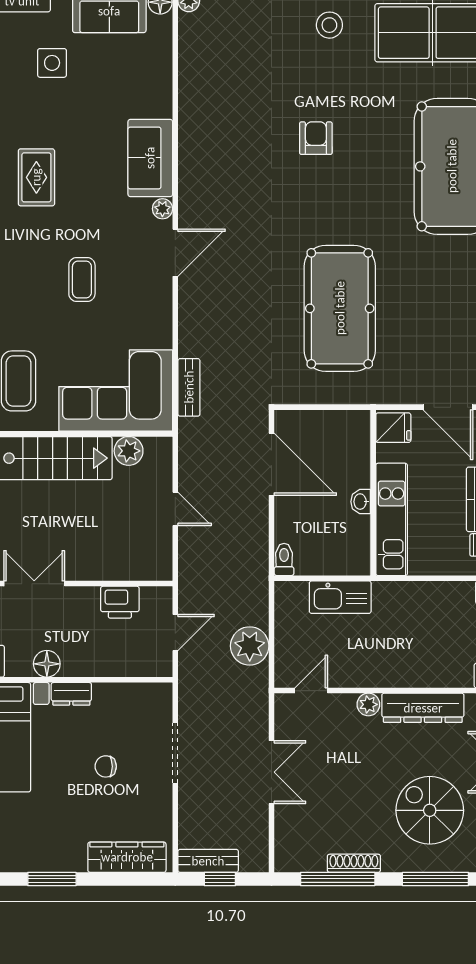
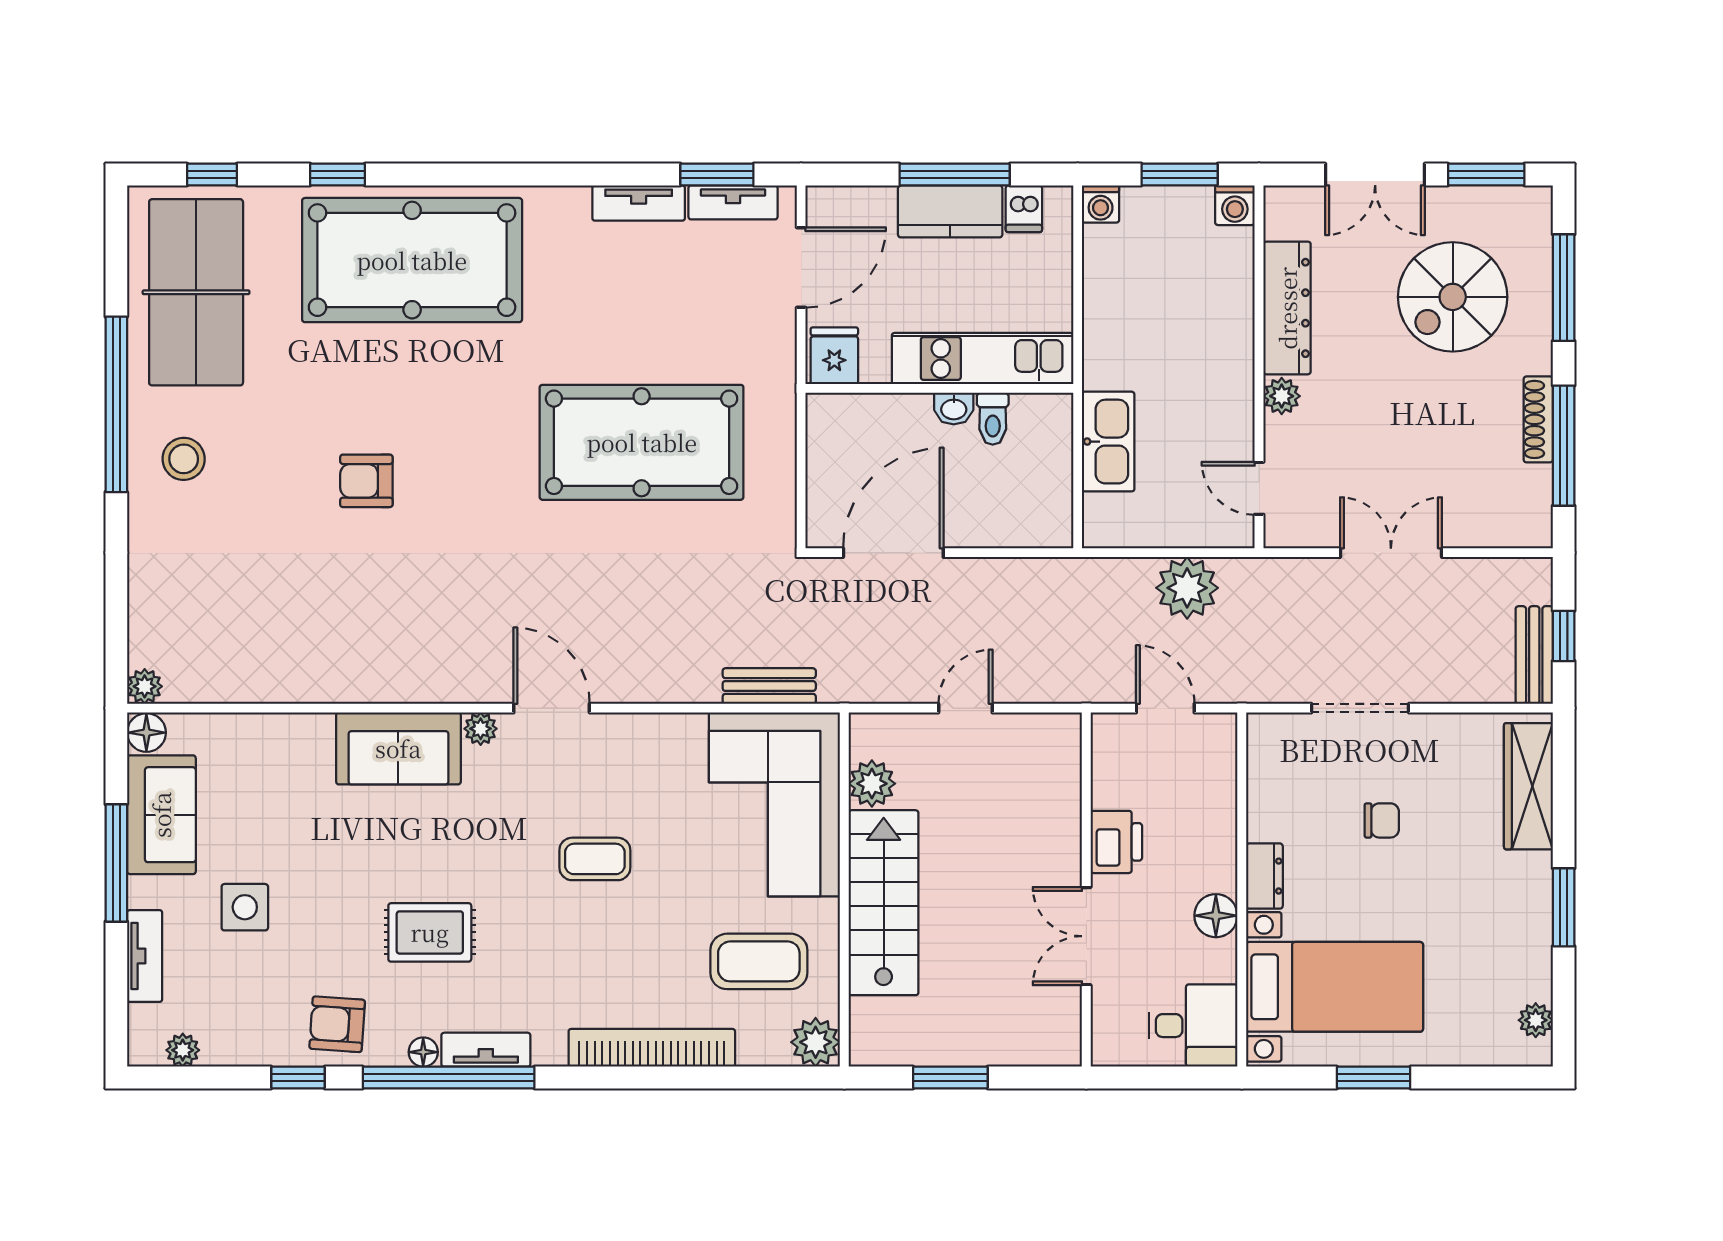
toilet: (284, 559) -> (993, 419), moved, turned -90
printer: (120, 602) -> (1116, 842), moved
chair: (106, 766) -> (1382, 820), turned -90

